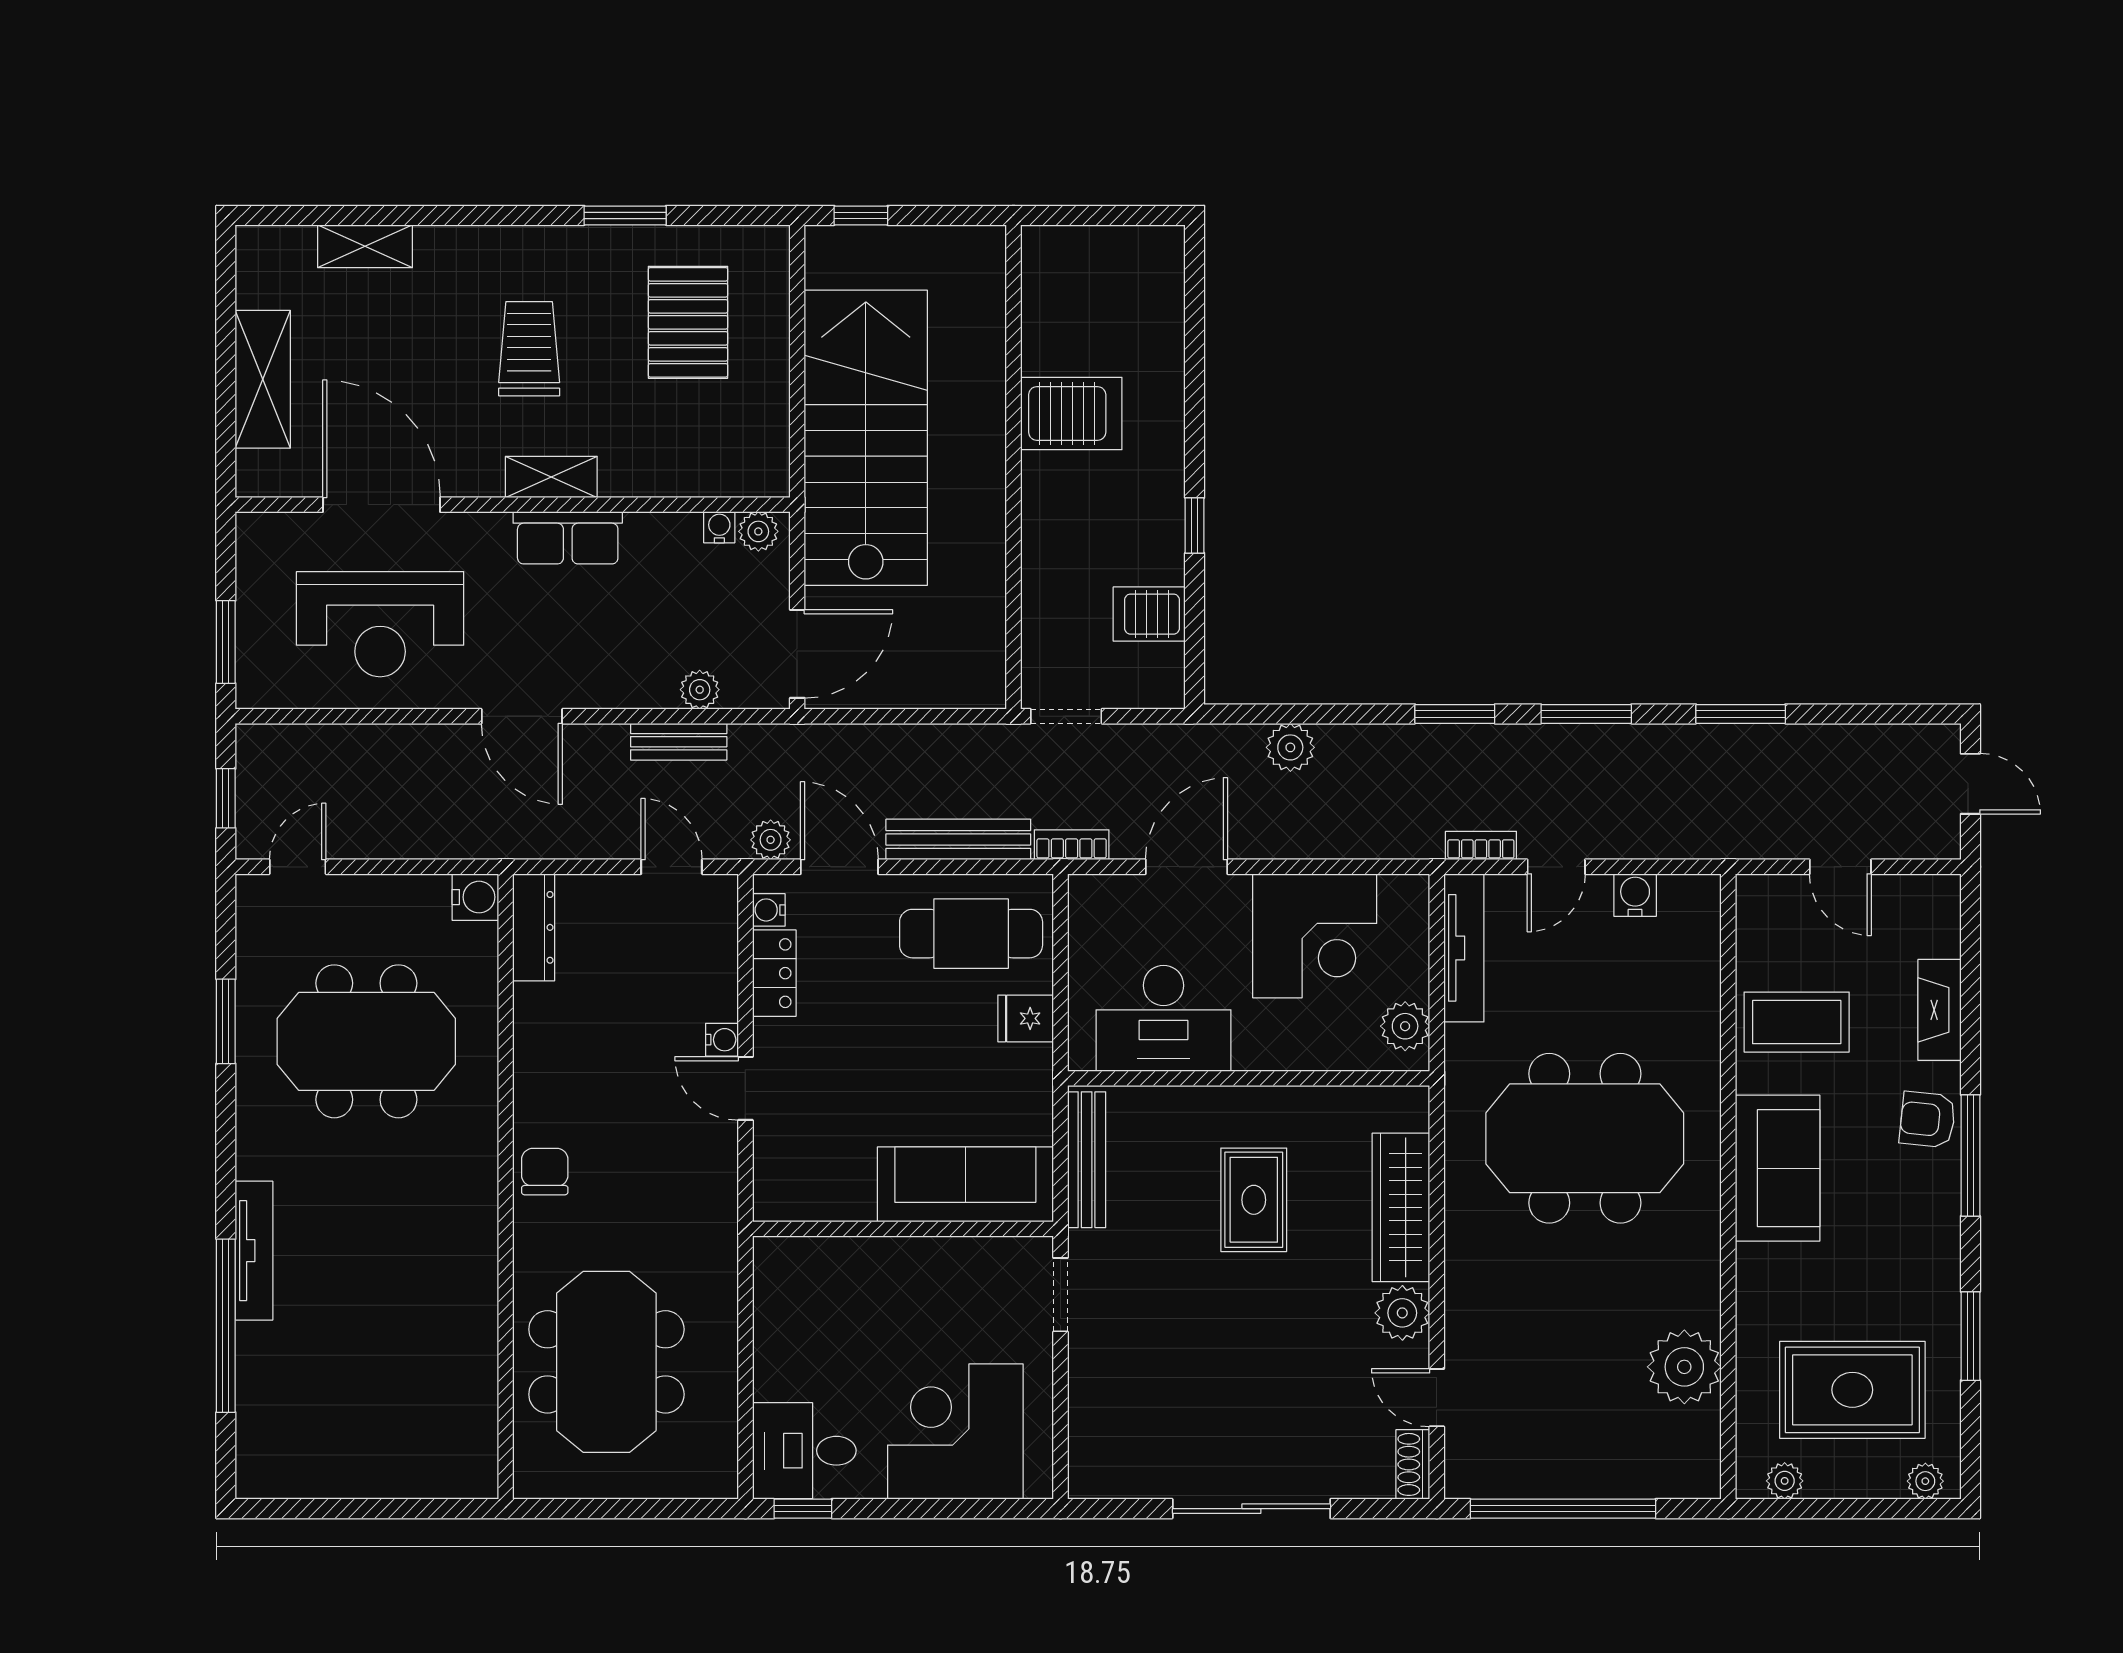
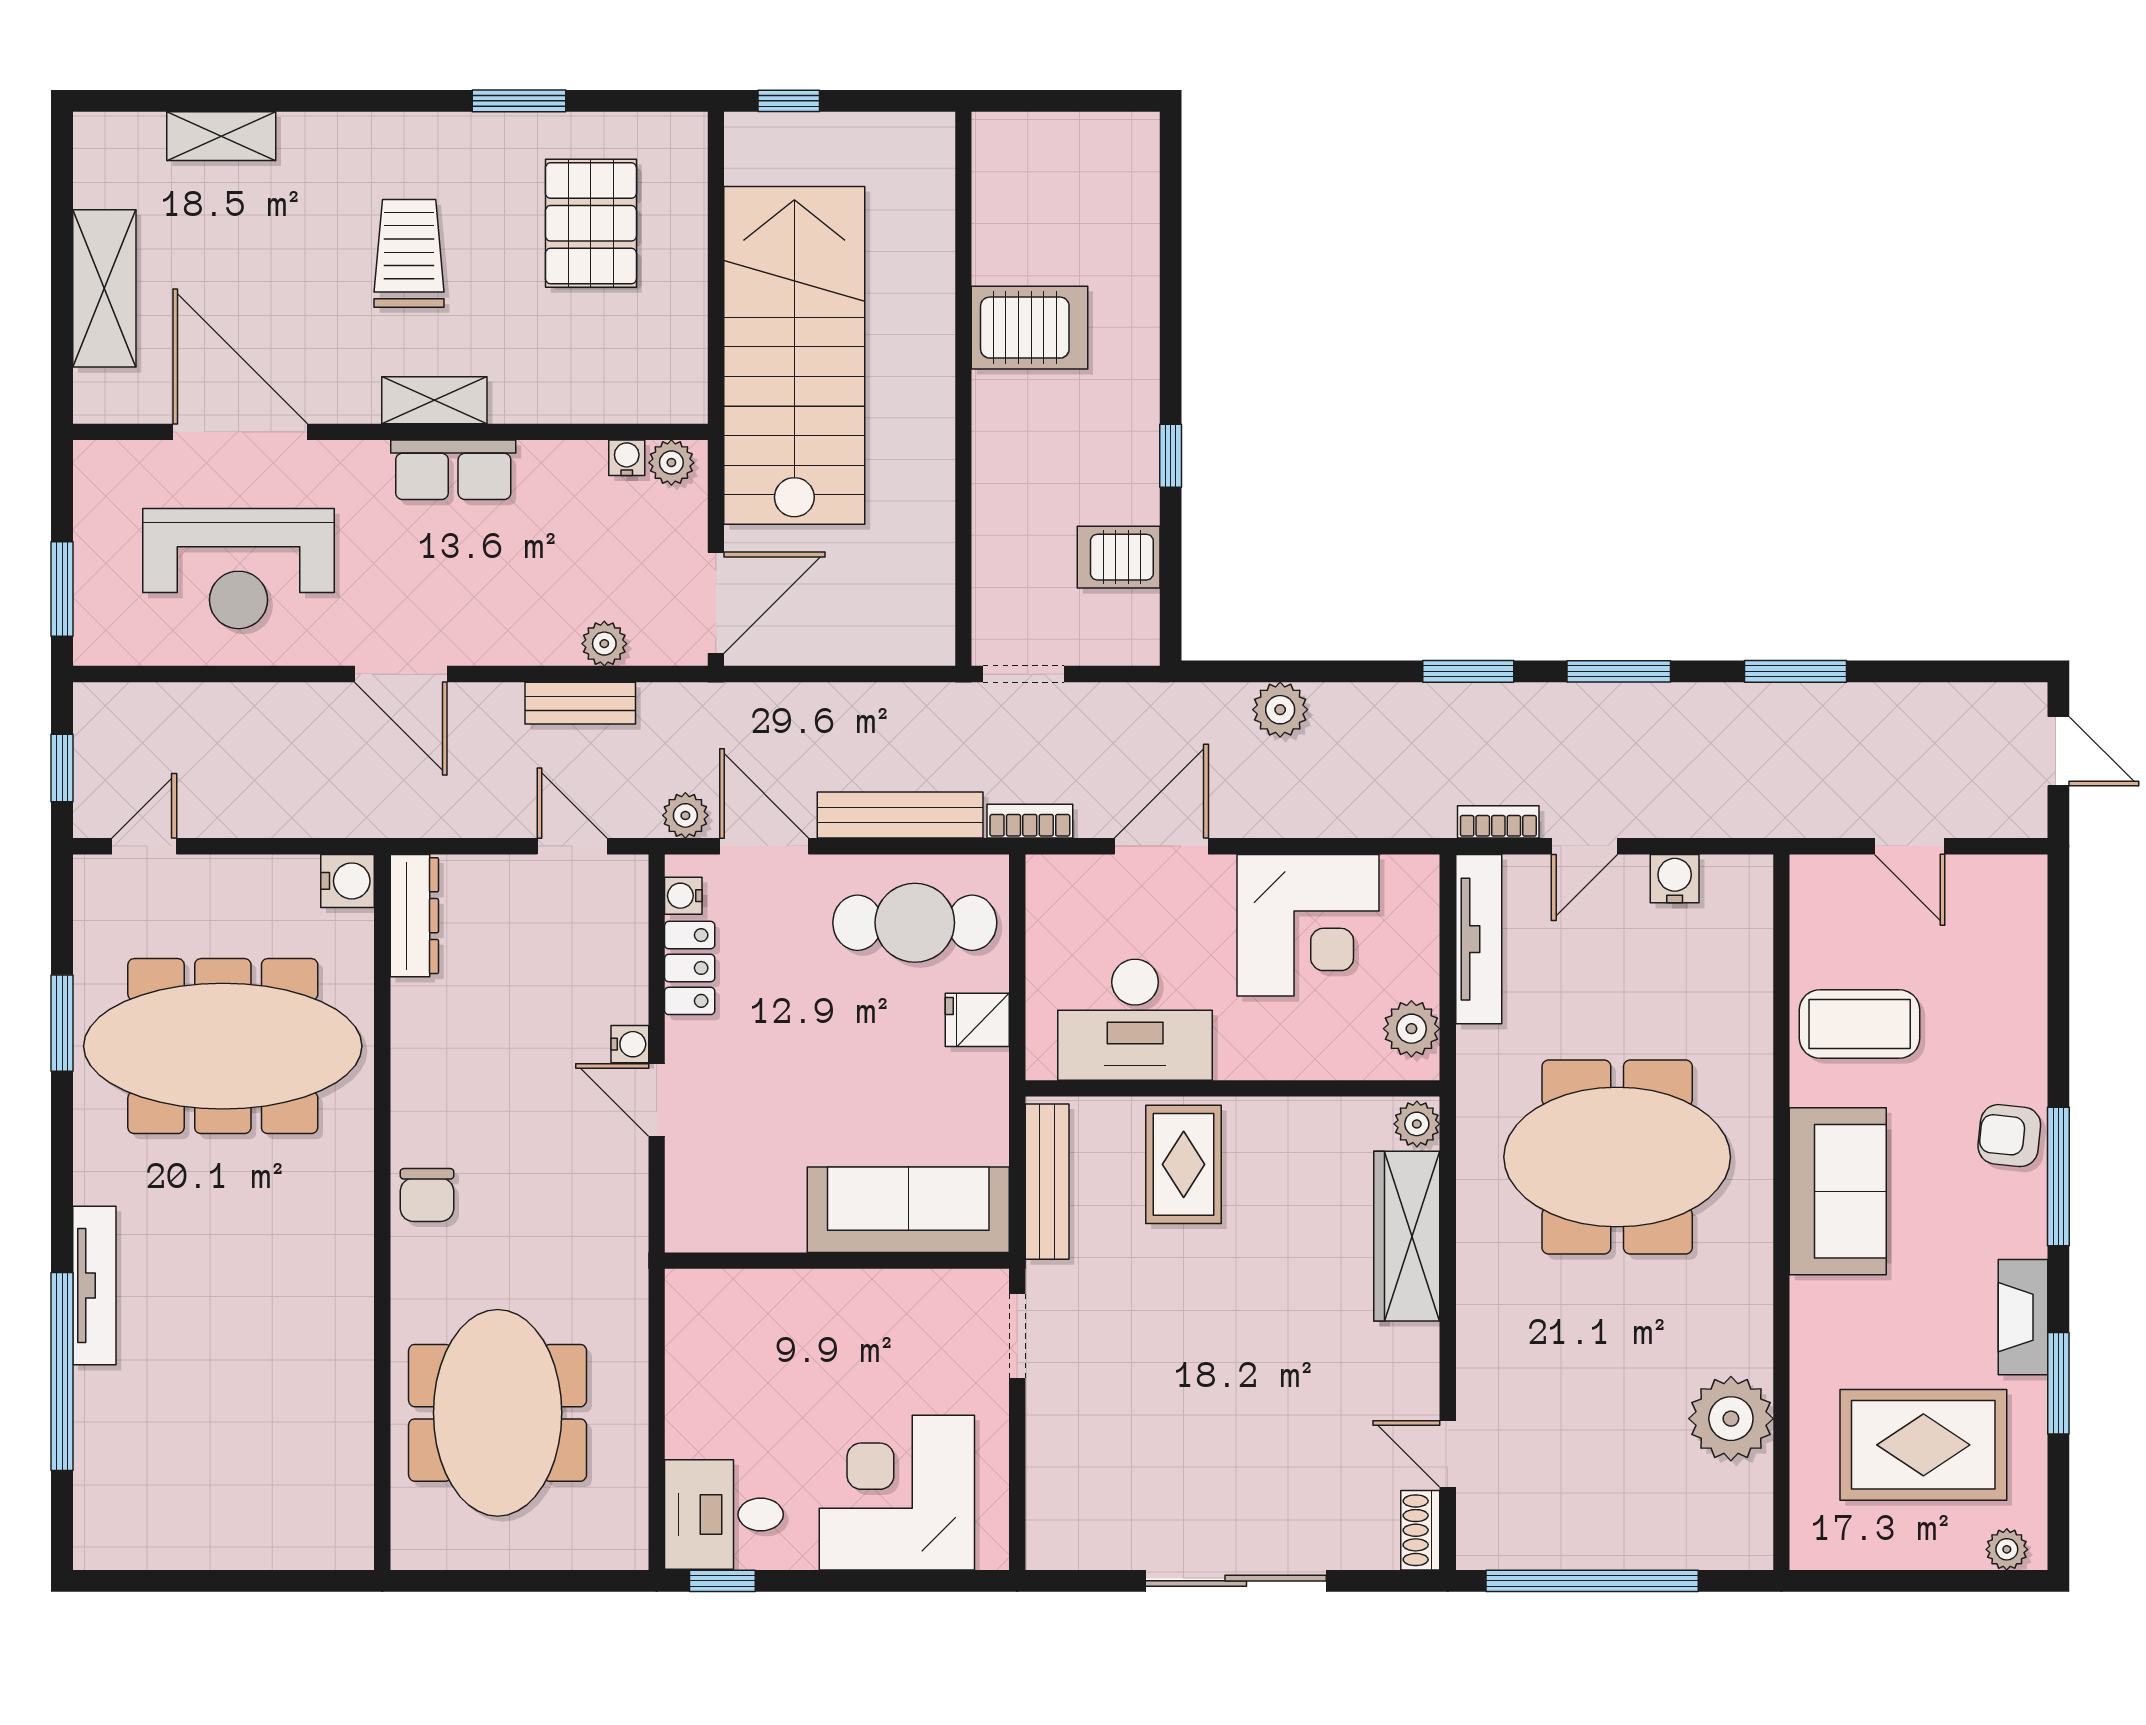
fireplace: (1939, 1010) -> (2023, 1317), moved
meeting table: (366, 1041) -> (223, 1046), width x1.36
chair: (545, 1172) -> (427, 1195), turned 180
rug: (1254, 1200) -> (1184, 1164), moved
plant: (1402, 1313) -> (1417, 1124), moved, width x0.73, depth x0.73
plant: (1785, 1481) -> (1846, 1549), removed

